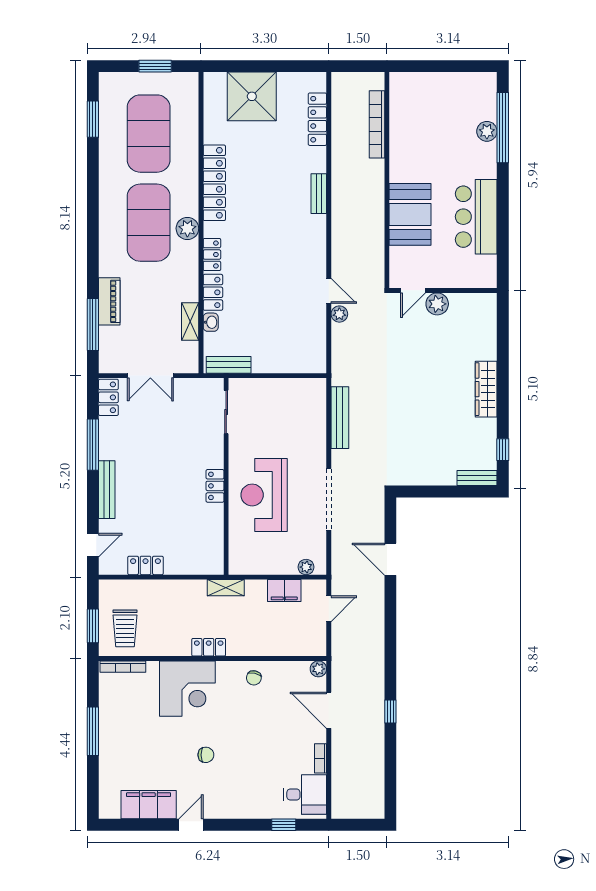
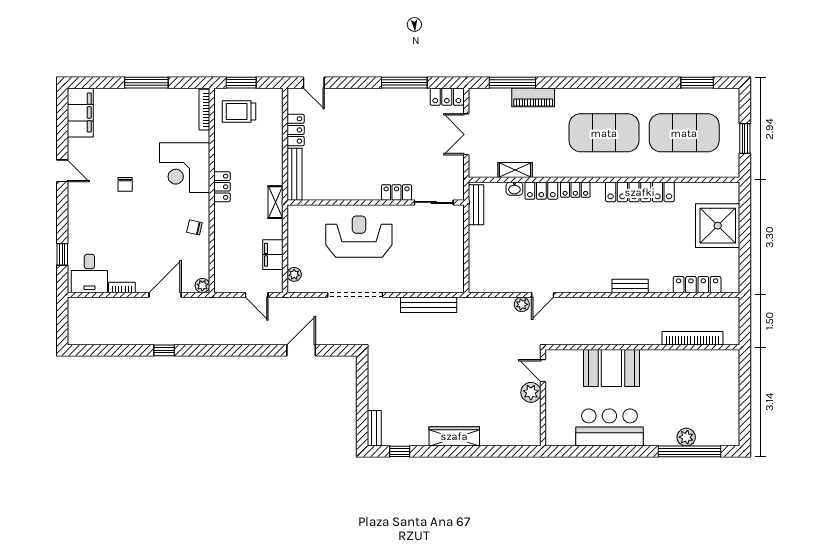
plant: (187, 228) -> (599, 168), removed
locker: (215, 486) -> (397, 192), moved
bench: (107, 490) -> (294, 174), moved, turned 90
filing cabinet: (149, 805) -> (80, 113), moved

